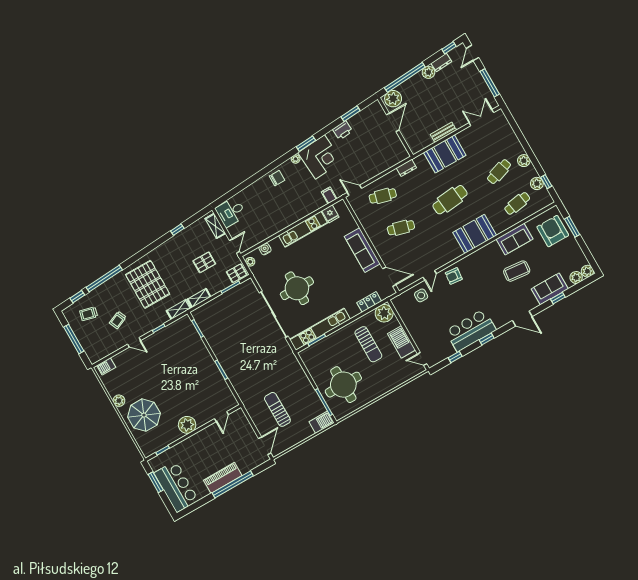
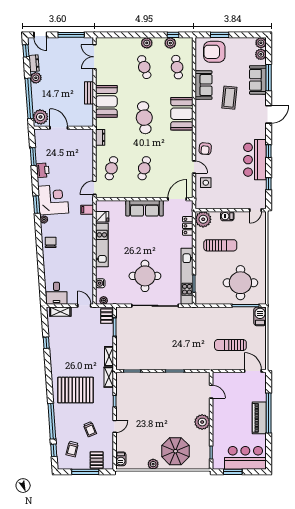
pallet: (204, 262) -> (97, 460), moved
window: (558, 298) -> (269, 78), width x2.17
barbecue: (401, 342) -> (227, 216), width x0.53, depth x0.65

